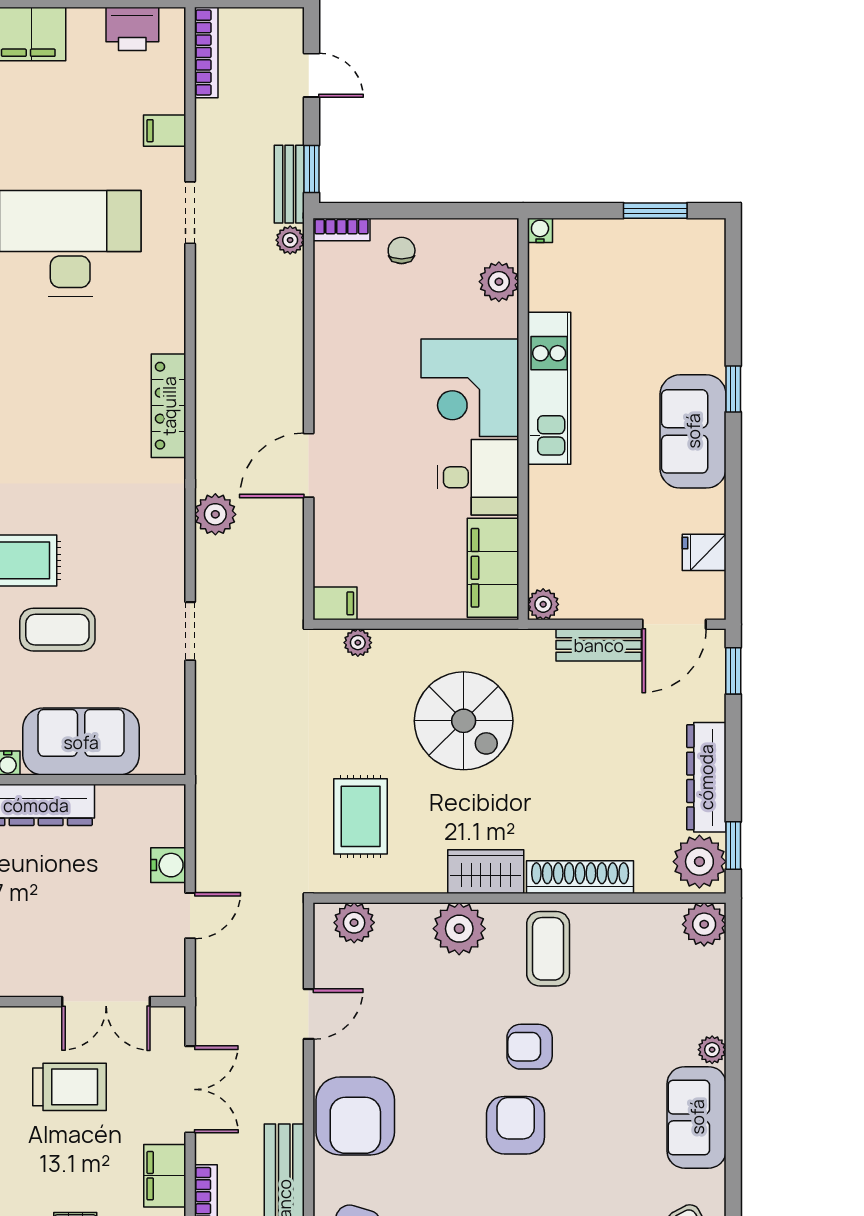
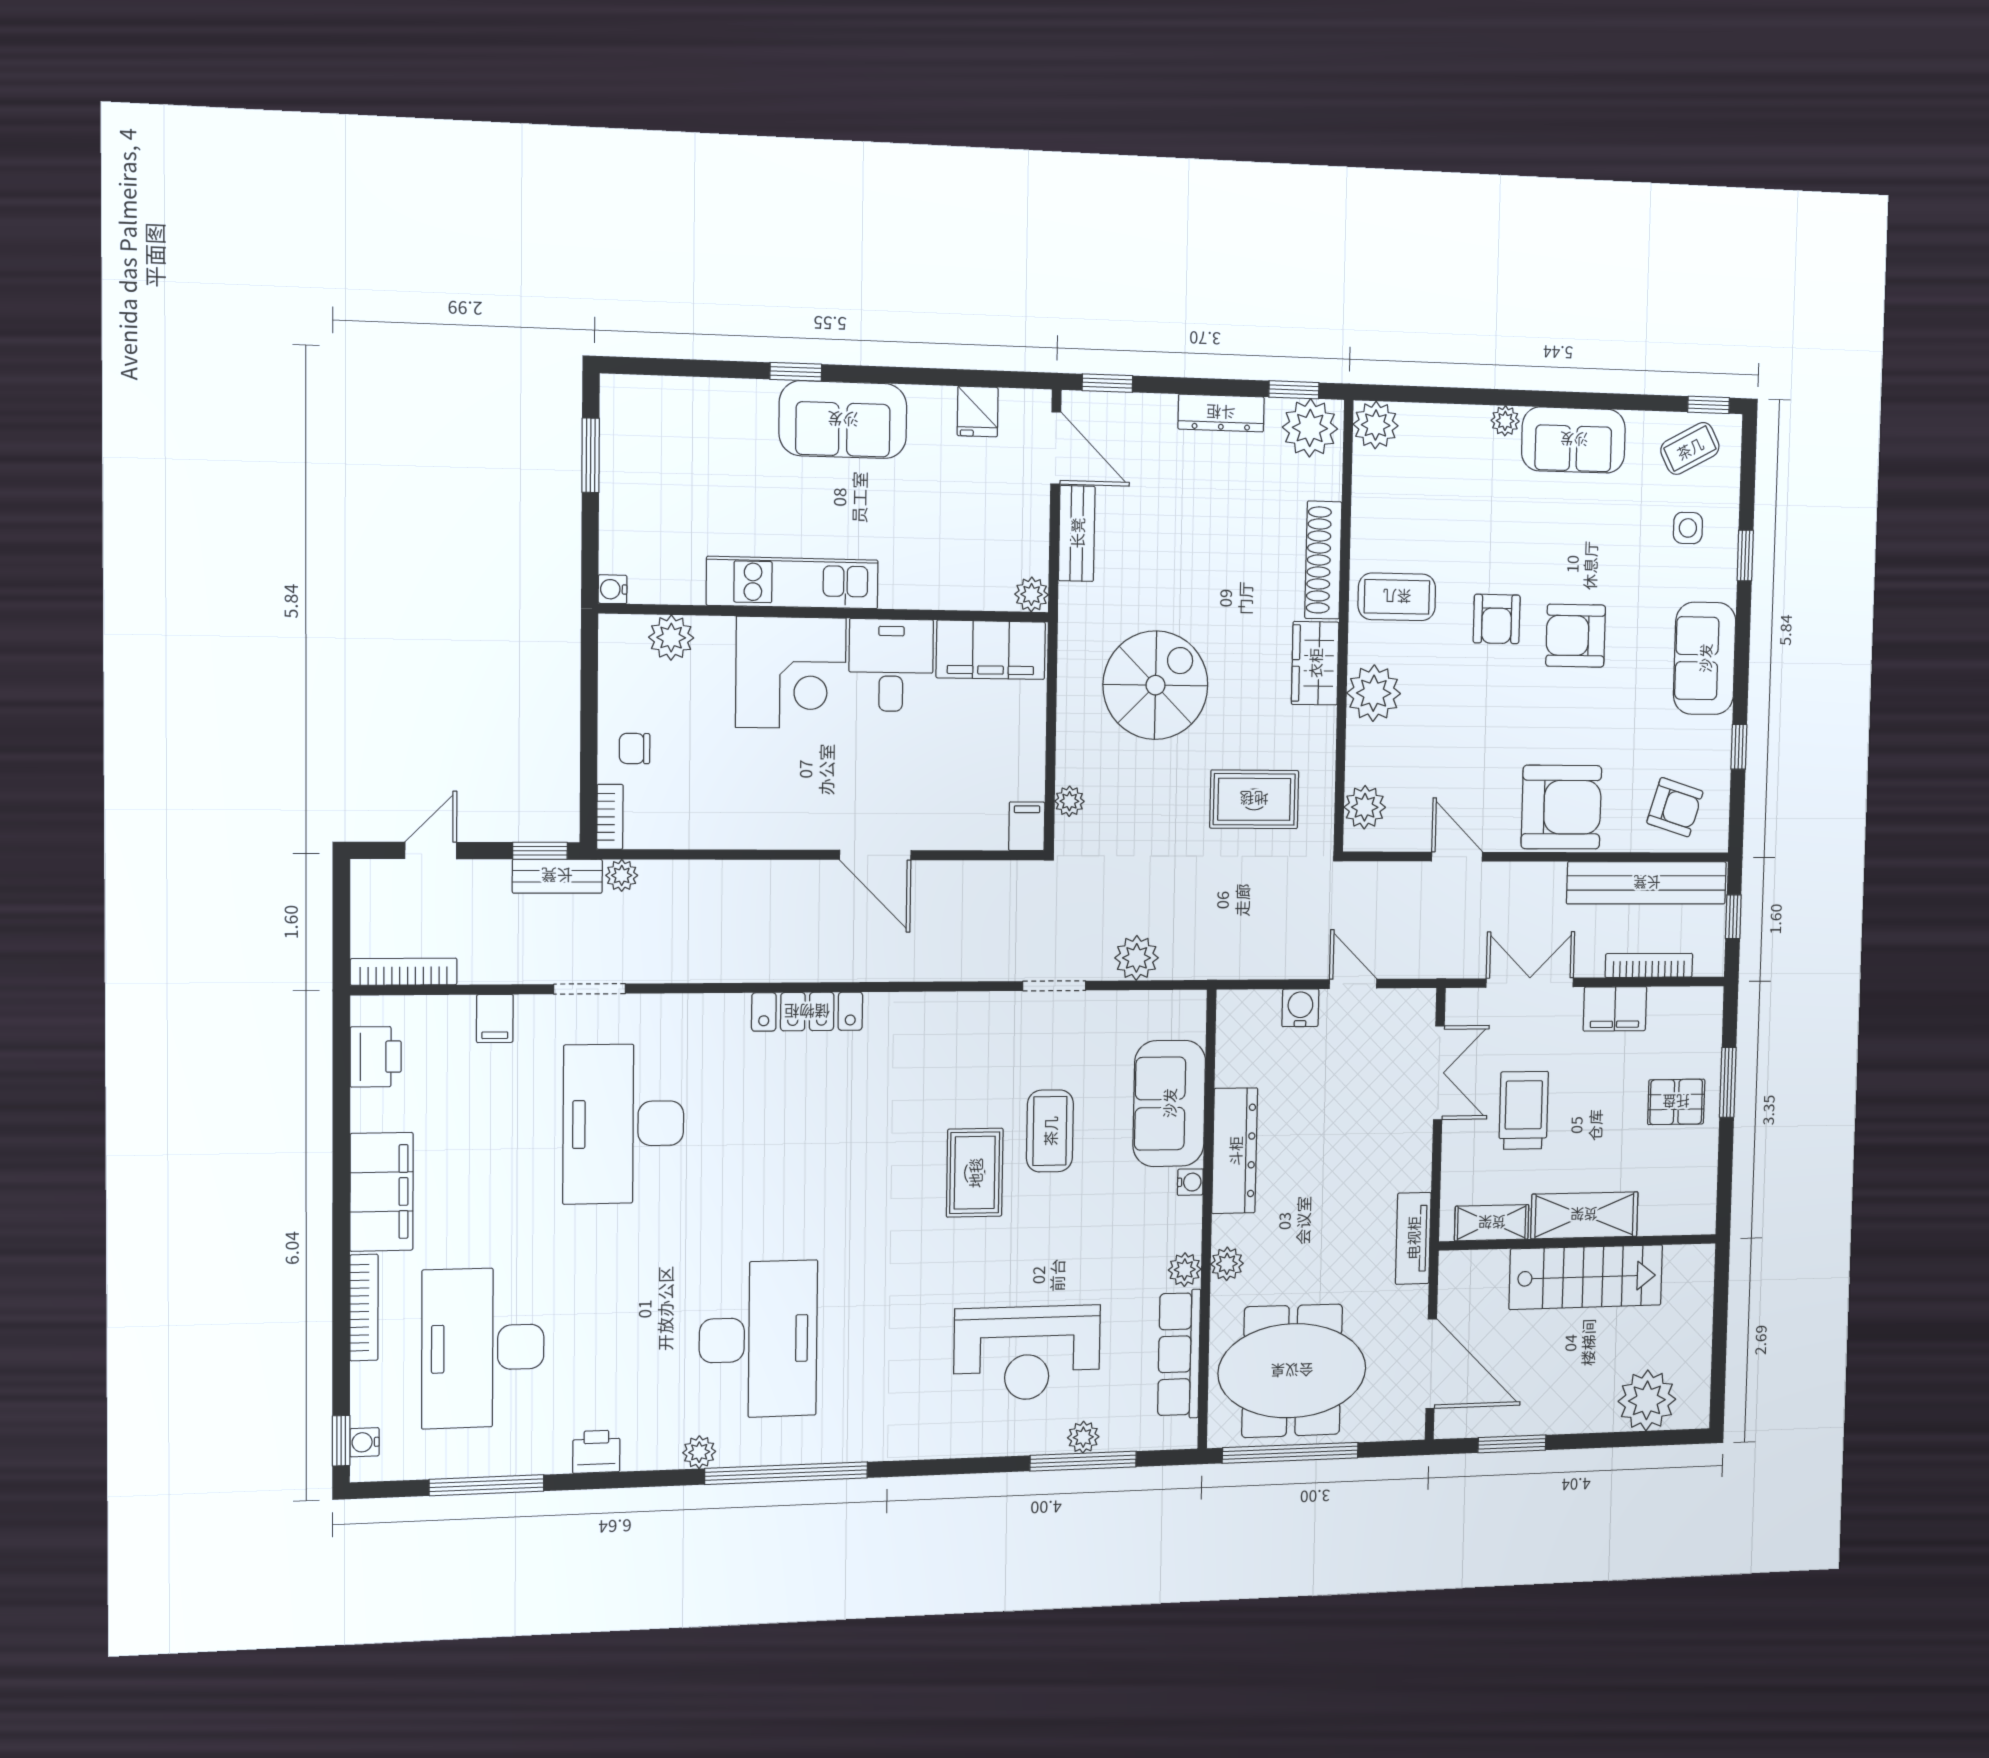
plant: (215, 514) -> (1137, 958), moved
dresser: (706, 777) -> (1221, 413), width x0.73, depth x0.80

